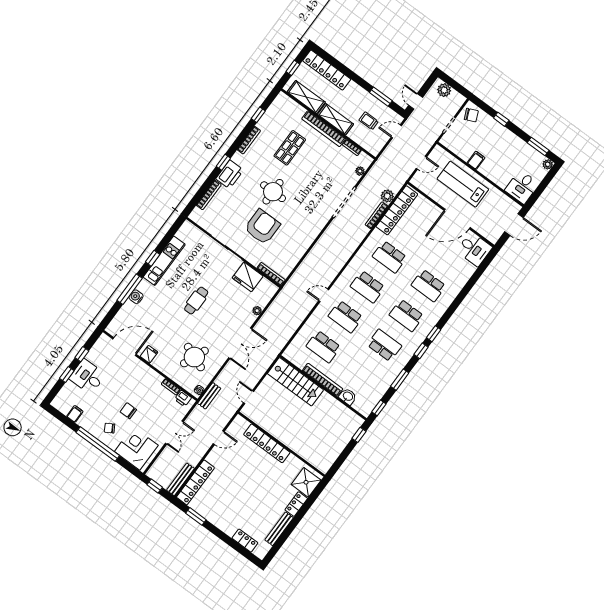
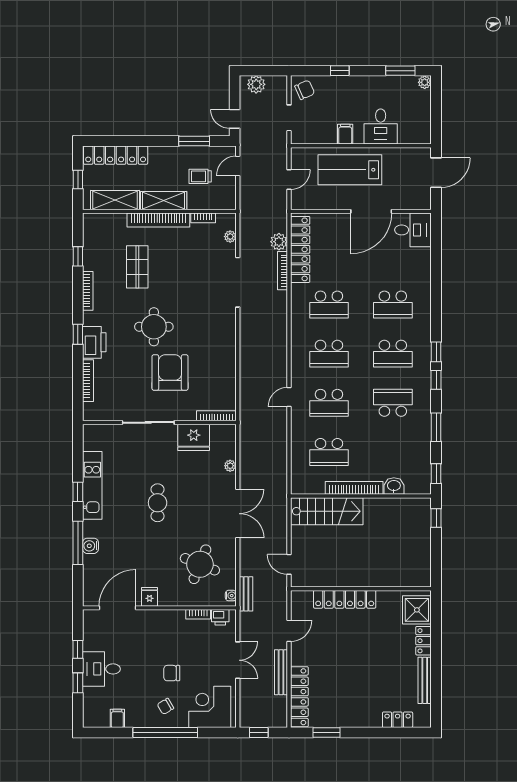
desk: (522, 187) -> (381, 127), moved
bench: (181, 479) -> (281, 672), moved

